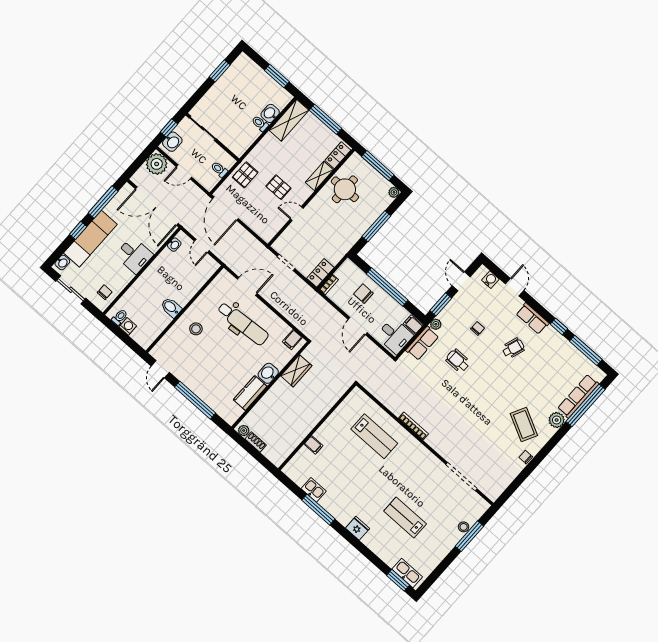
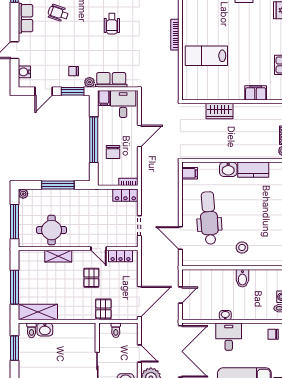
toilet: (260, 124) -> (31, 330), moved
locker: (338, 155) -> (121, 256), moved
pallet: (245, 175) -> (103, 309), turned 90
washbasin: (174, 245) -> (225, 315), moved
chair: (478, 328) -> (74, 71), moved
wheelchair: (458, 361) -> (112, 24), moved
wardrobe: (296, 371) -> (219, 111), moved, turned 180
lab bench: (374, 436) -> (206, 56), turned -90
filing cabinet: (314, 445) -> (256, 93), width x2.00

